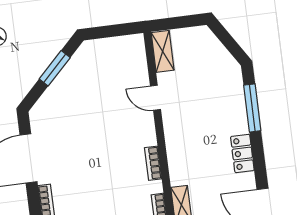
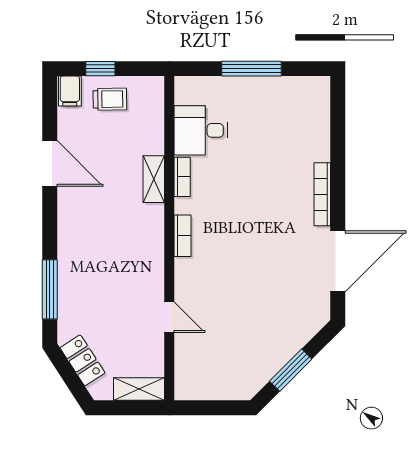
shelving: (163, 51) -> (139, 389), moved, turned 90
locker: (242, 153) -> (83, 360), moved, turned -33

